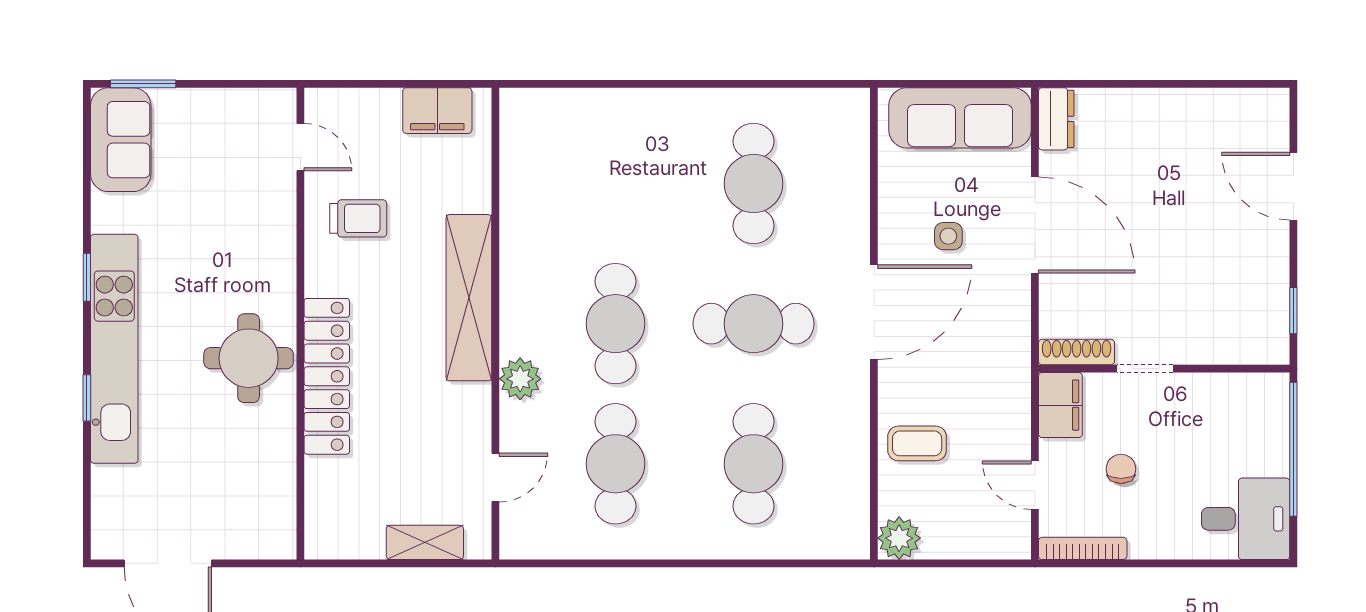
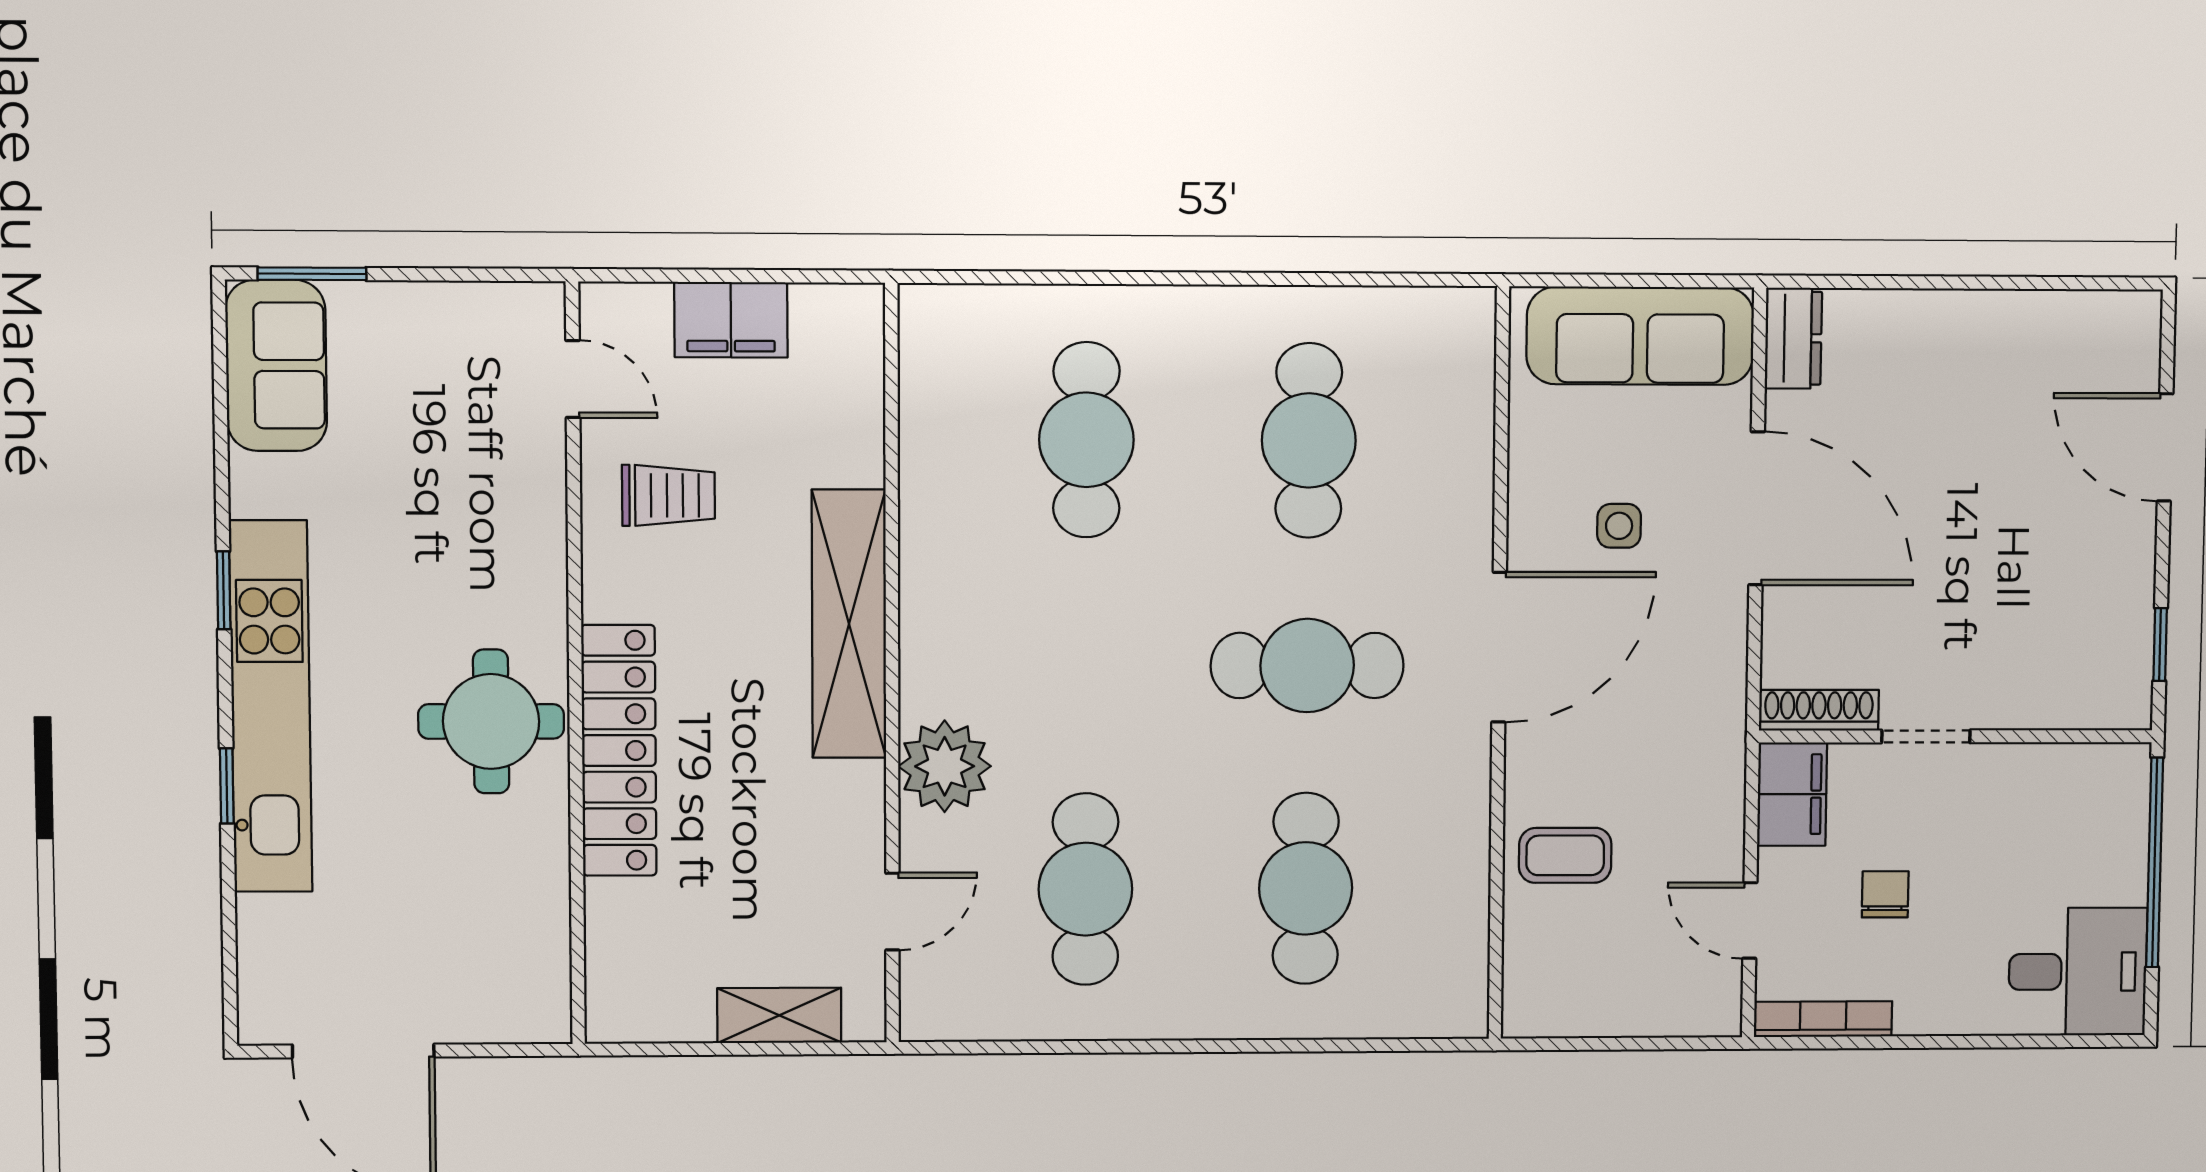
filing cabinet: (437, 111) -> (731, 320), moved
cafe table: (616, 324) -> (1086, 440), moved
plant: (520, 379) -> (945, 766), width x1.36, depth x1.36
plant: (899, 538) -> (1535, 1005), removed

